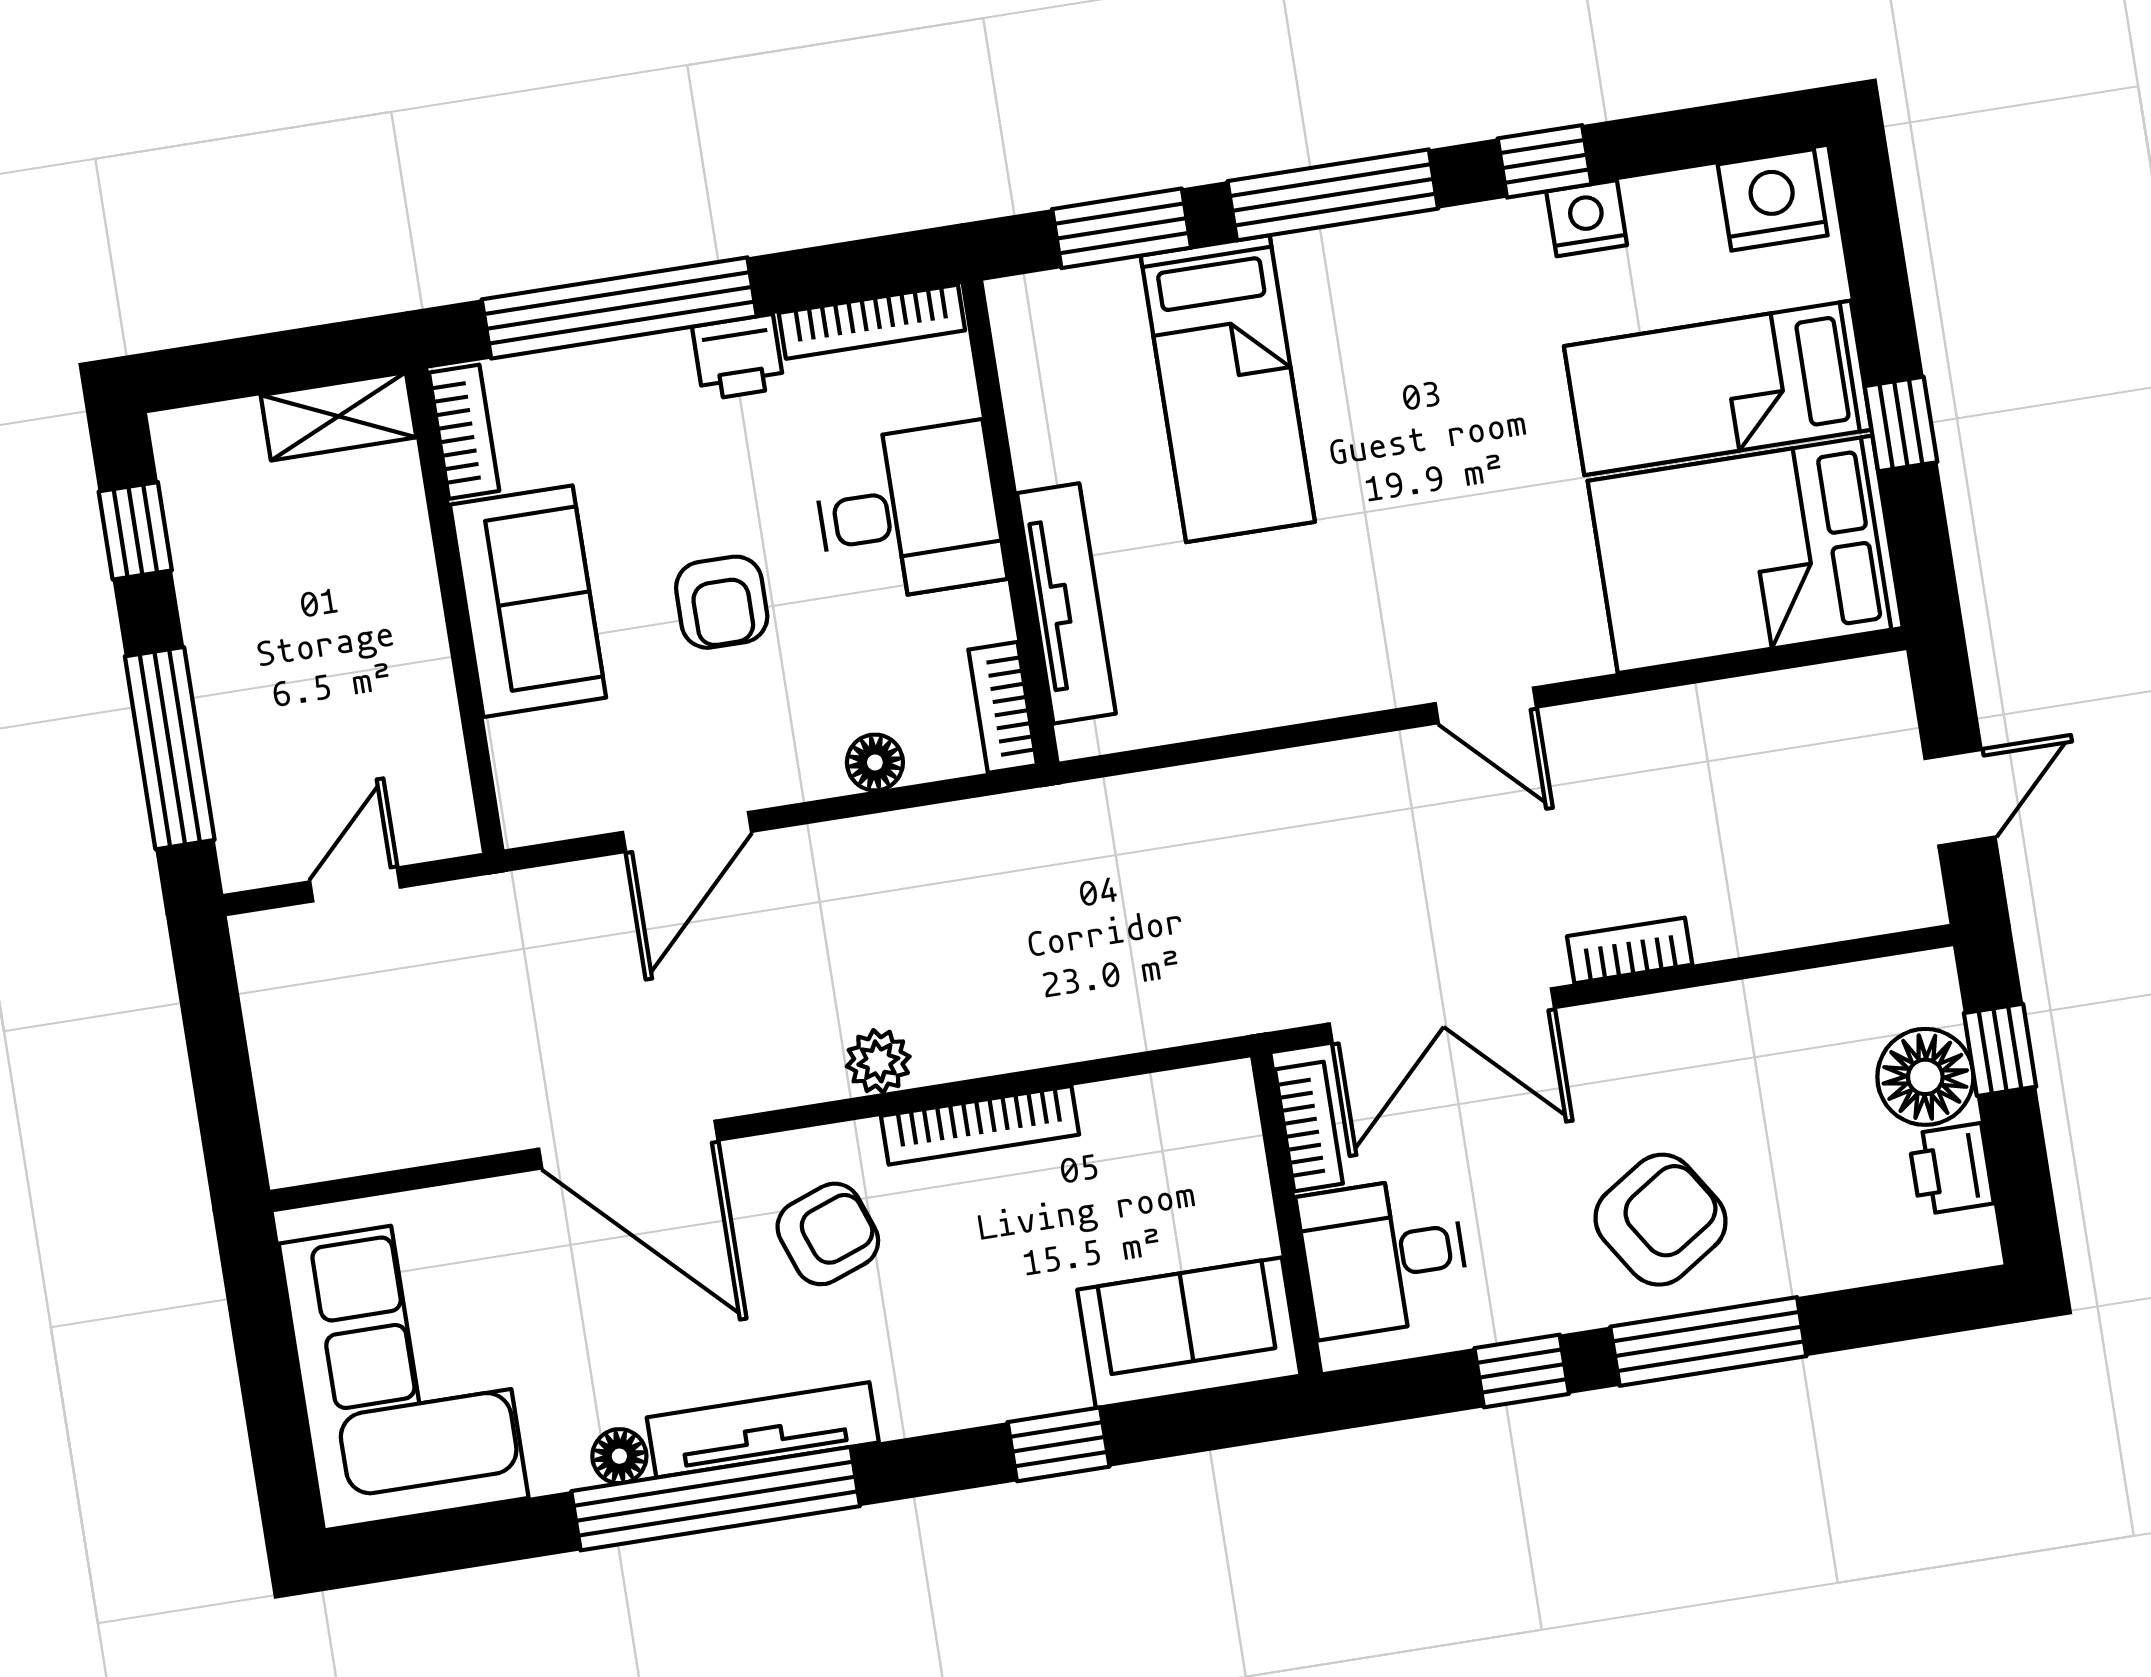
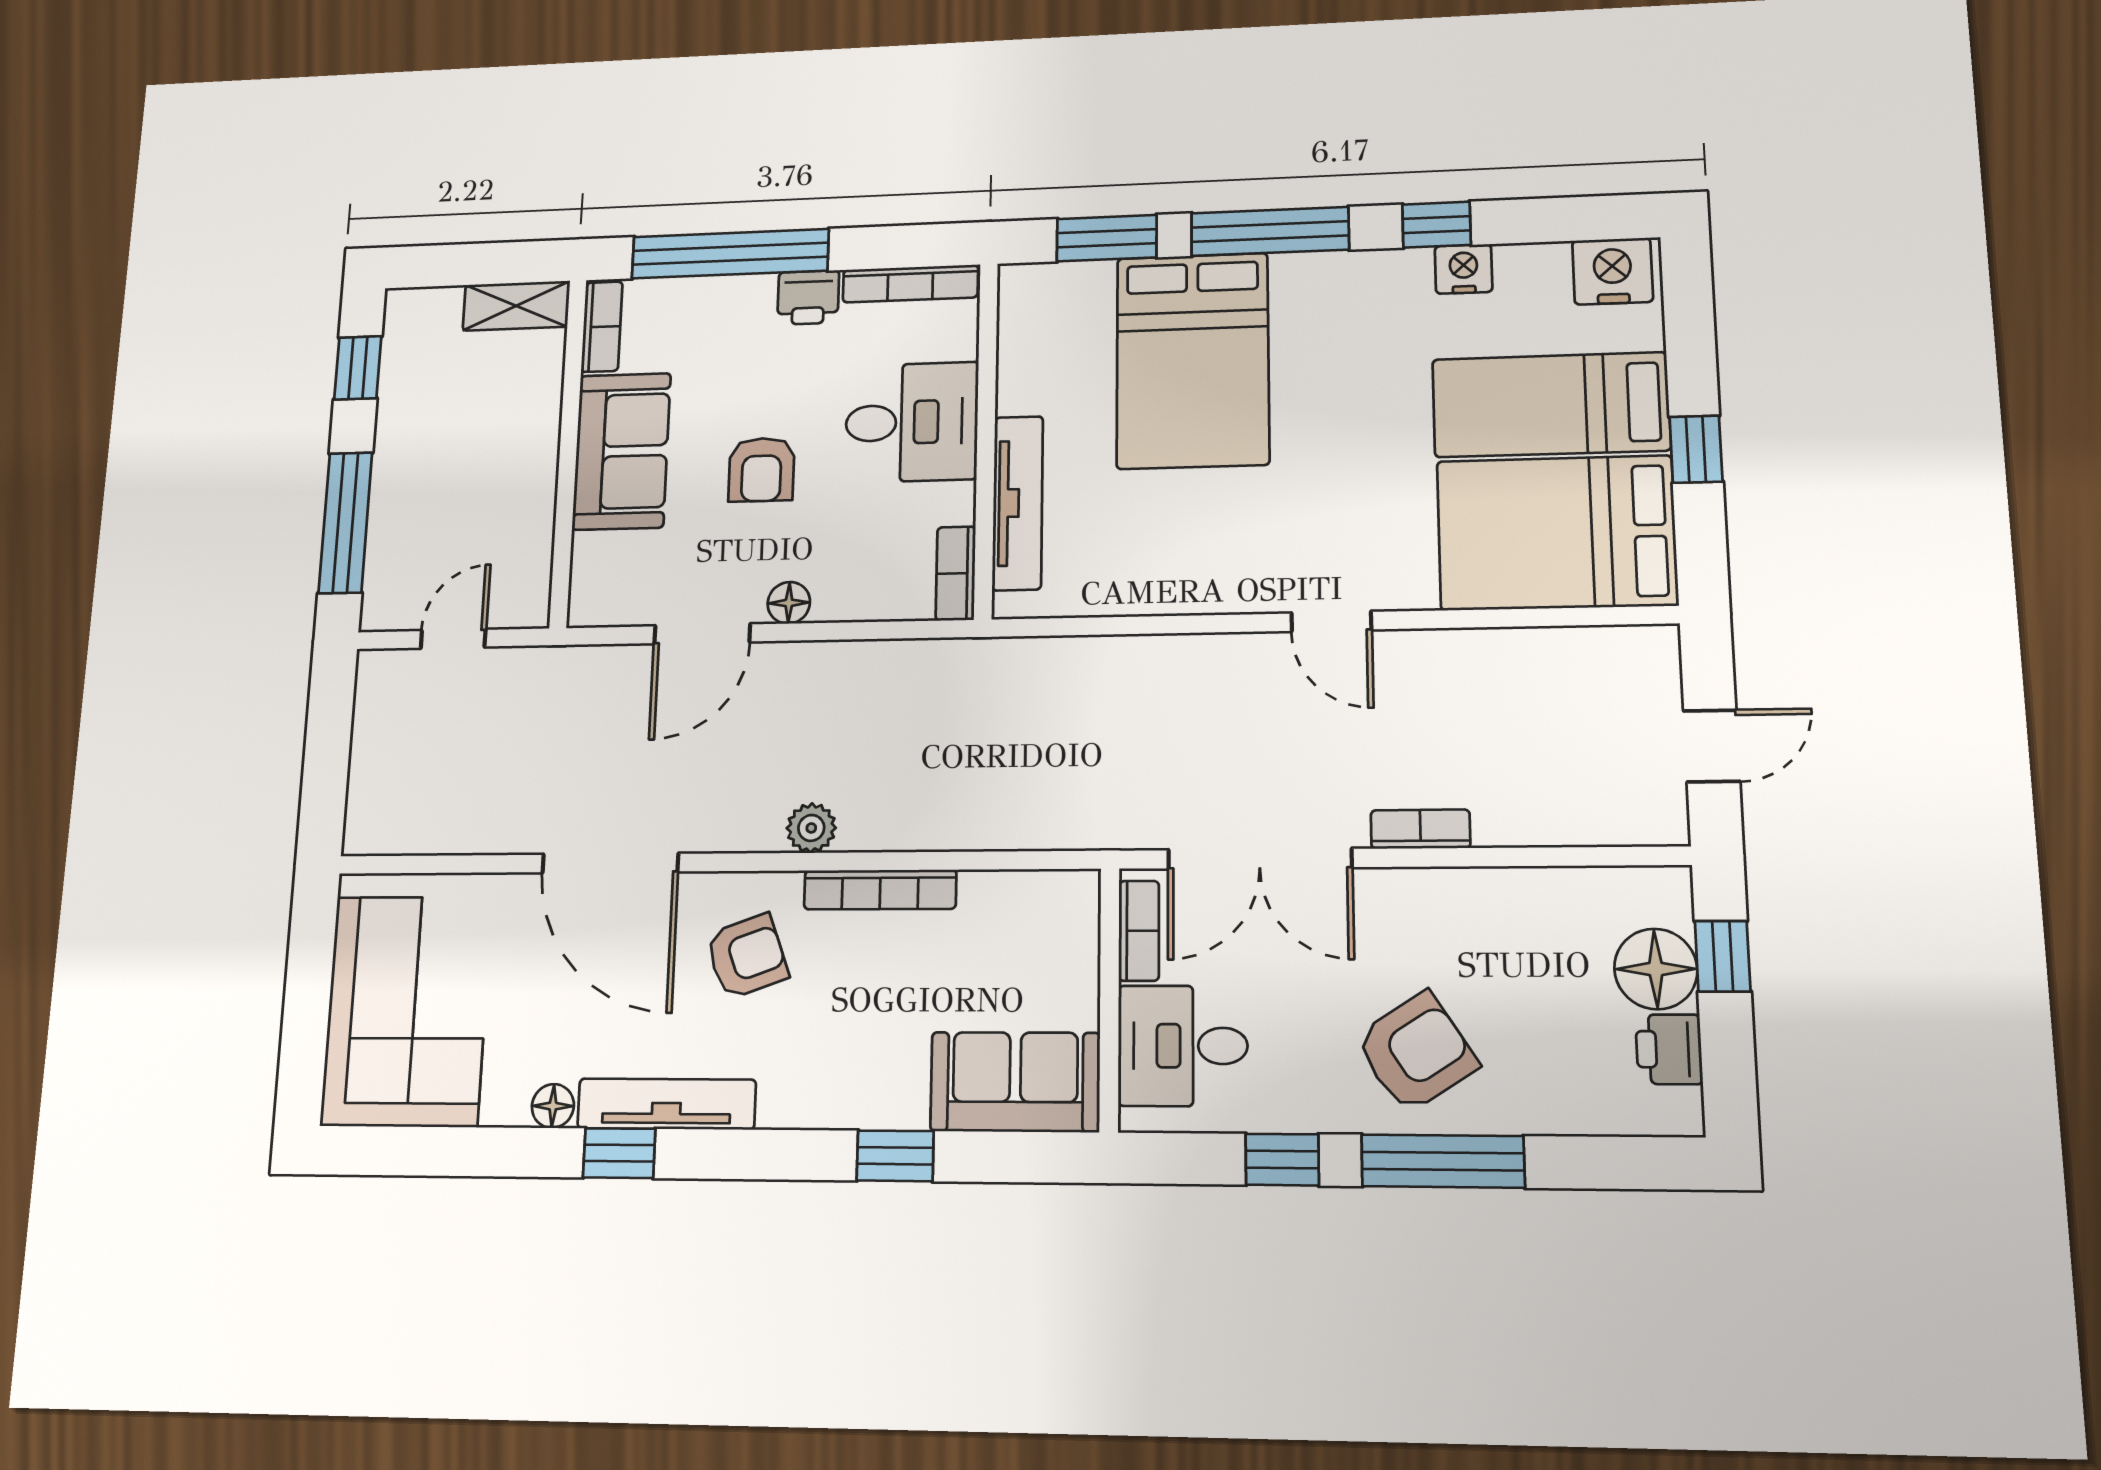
bed: (1228, 389) -> (1193, 360), width x1.50
floor lamp: (875, 762) -> (789, 603), moved
window: (716, 1499) -> (619, 1153), width x0.32

